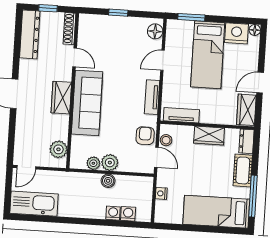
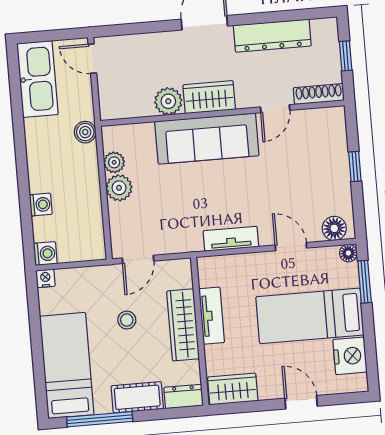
floor lamp: (255, 30) -> (348, 253), moved
dresser: (30, 34) -> (272, 36), moved
door: (260, 83) -> (301, 402), moved
tv unit: (181, 115) -> (212, 316), moved
armchair: (145, 136) -> (169, 237), removed
wardrobe: (209, 136) -> (183, 325), width x1.50
stool: (166, 140) -> (127, 320), moved
plant: (58, 149) -> (168, 101), moved
boiler: (108, 181) -> (85, 132), moved
nightstand: (161, 193) -> (45, 278), moved
washing machine: (128, 214) -> (45, 254), moved

